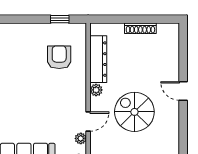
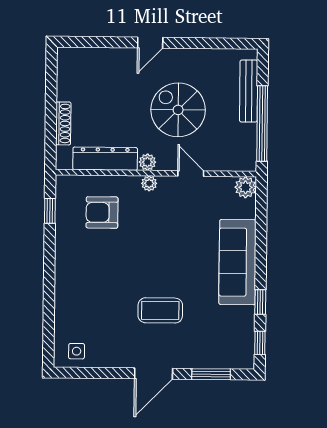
shoe rack: (140, 28) -> (63, 123), moved
spiral stairs: (134, 112) -> (178, 110), turned 90
plant: (81, 138) -> (149, 183), moved

